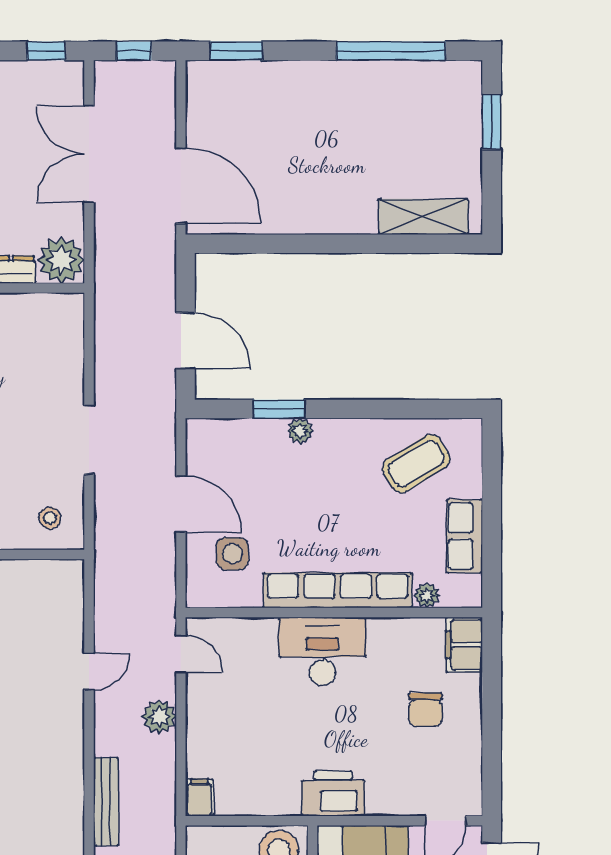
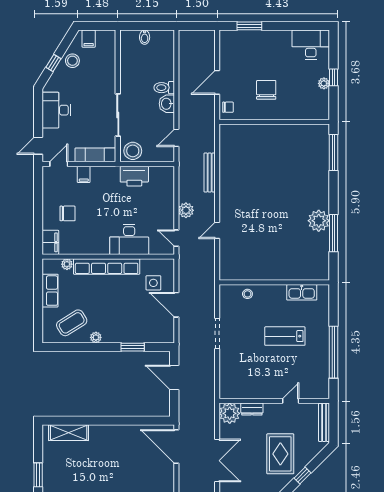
plant: (300, 431) -> (96, 337), moved
stool: (50, 518) -> (247, 294), moved
desk: (322, 651) -> (129, 239), moved
chair: (425, 710) -> (68, 213), turned 90
printer: (333, 794) -> (134, 176), moved
filing cabinet: (199, 798) -> (84, 174), moved

